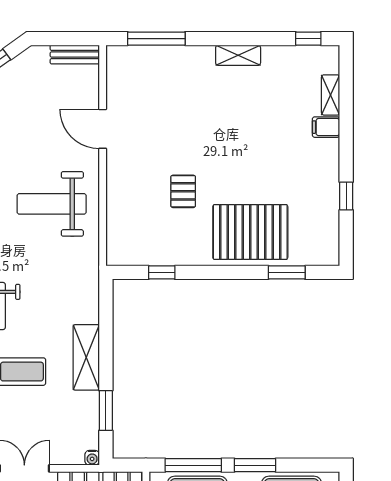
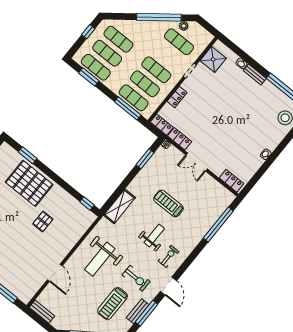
weight bench: (52, 204) -> (100, 259), turned 90
window: (162, 272) -> (87, 203), moved
shelving: (86, 357) -> (119, 206), moved
window: (255, 465) -> (89, 77), moved

